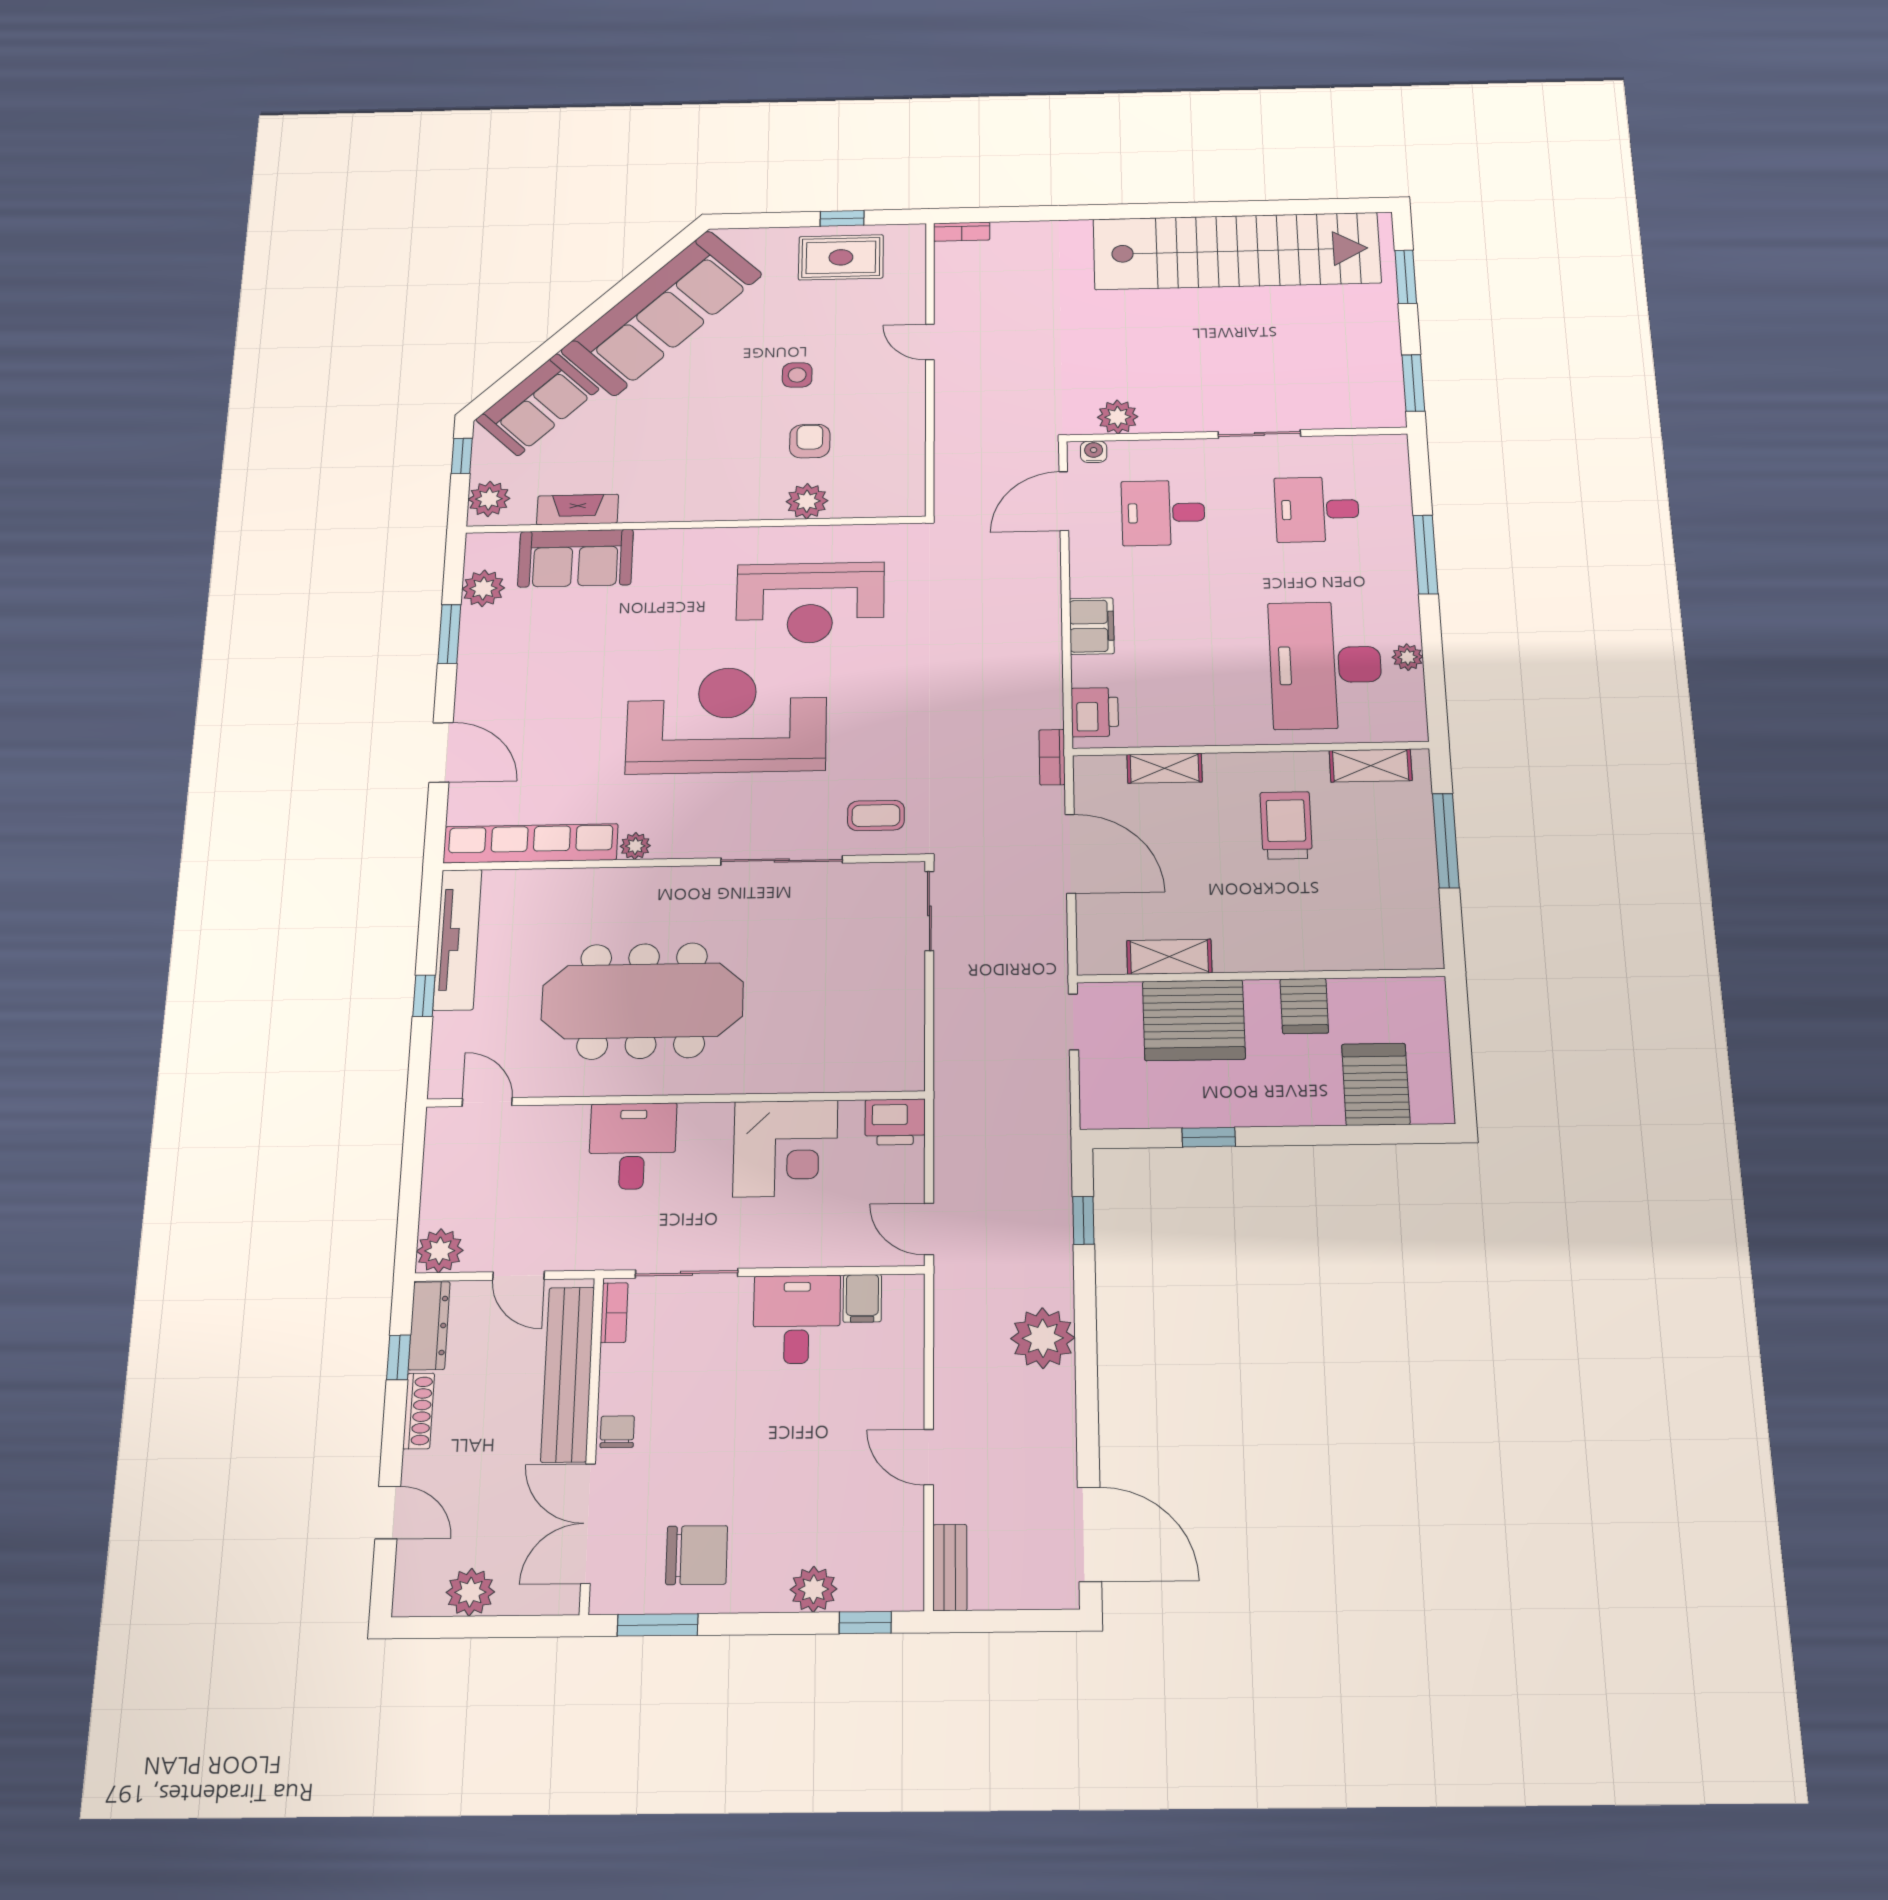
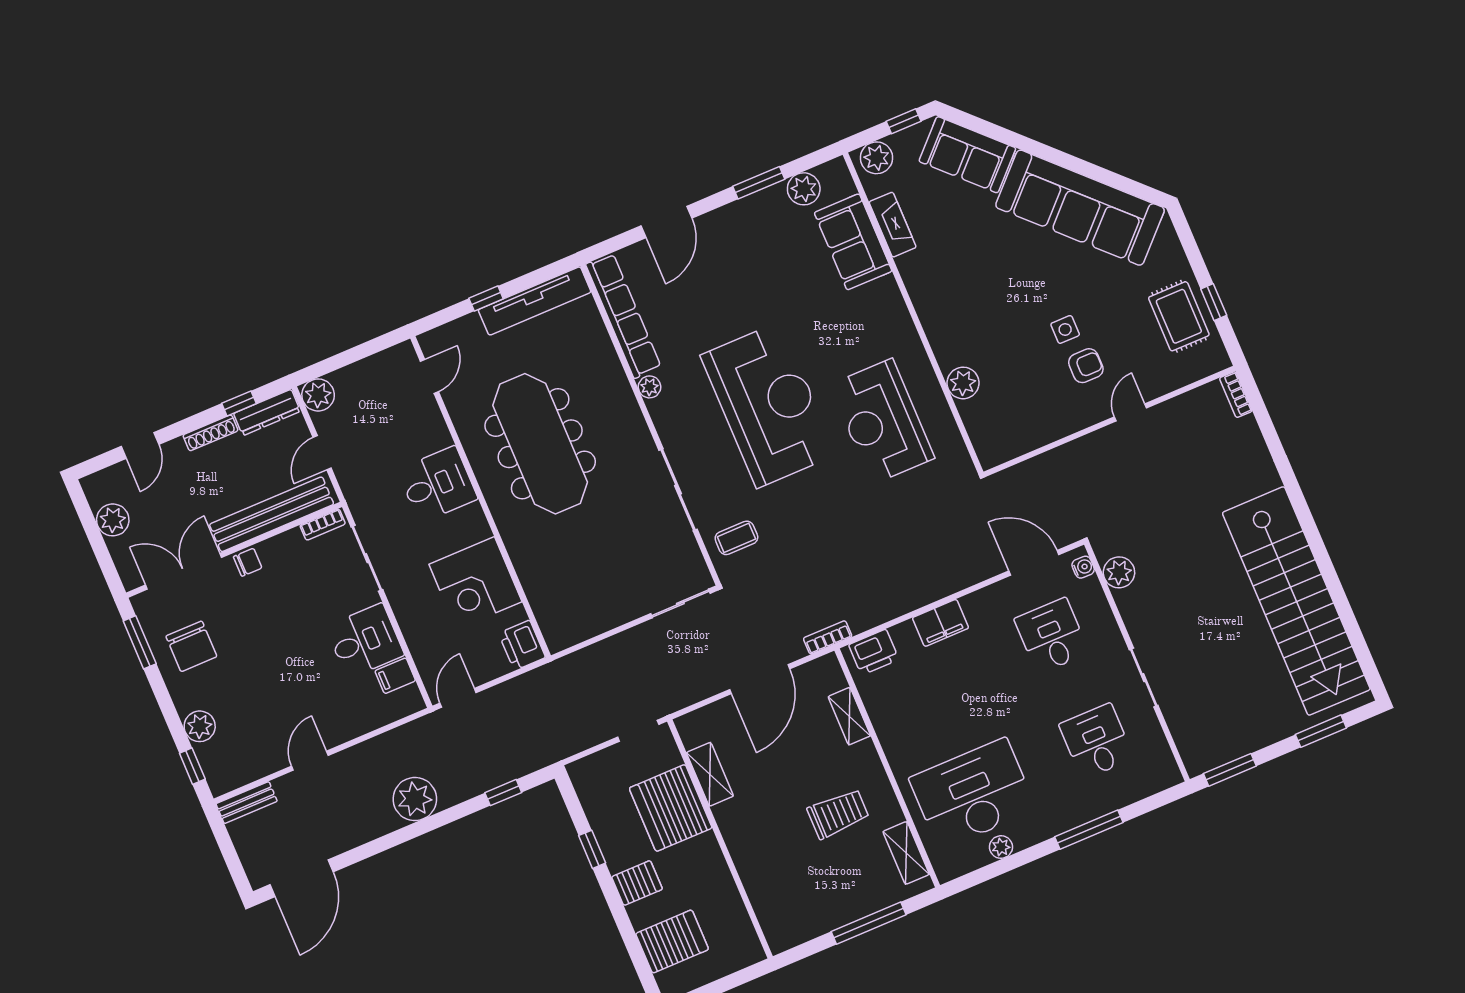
armchair: (810, 441) -> (1086, 366), moved
coffee table: (876, 816) -> (736, 538), turned 90
server rack: (1304, 1006) -> (637, 883), moved, turned 180

